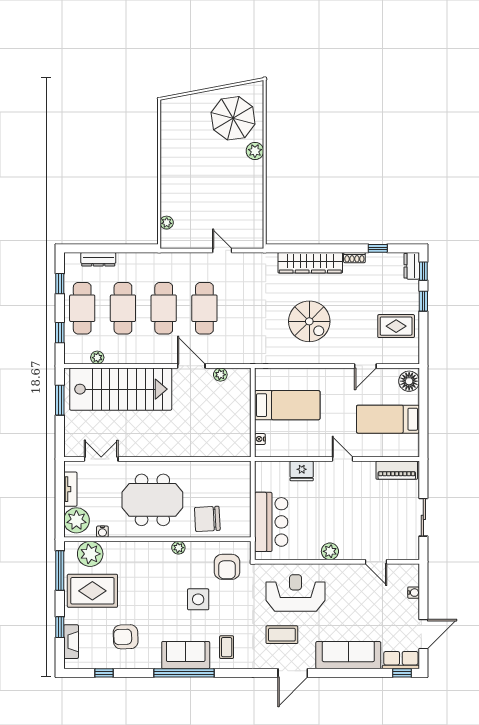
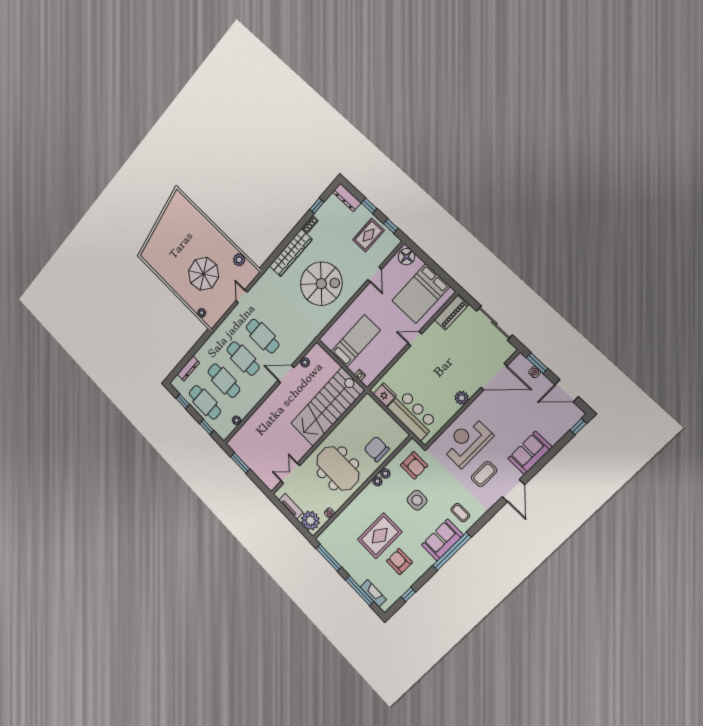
parasol: (233, 118) -> (203, 274), moved
plant: (255, 151) -> (239, 260), moved
door: (222, 250) -> (242, 296), hinge flipped
dresser: (412, 266) -> (347, 197), width x1.44
window: (423, 271) -> (391, 226), moved
spiral stairs: (309, 321) -> (321, 284), width x1.37, depth x1.37
stairs: (121, 389) -> (327, 407), moved, turned 180
bed: (388, 419) -> (421, 294), width x1.50
fridge: (302, 471) -> (385, 395), moved, turned -90
meeting table: (152, 500) -> (338, 468), turned 90
sliding door: (423, 517) -> (494, 323), width x1.37
chair: (207, 519) -> (377, 449), turned 93
plant: (90, 554) -> (385, 473), moved, width x0.53, depth x0.53
door: (376, 562) -> (494, 377), width x1.87
window: (423, 587) -> (537, 363), added
rug: (92, 591) -> (380, 536), moved
window: (60, 627) -> (359, 591), width x2.17
door: (423, 634) -> (567, 391), swing flipped
armchair: (126, 637) -> (399, 562), turned 92
sofa: (348, 655) -> (530, 453), width x0.73
row of seats: (401, 660) -> (569, 420), removed

